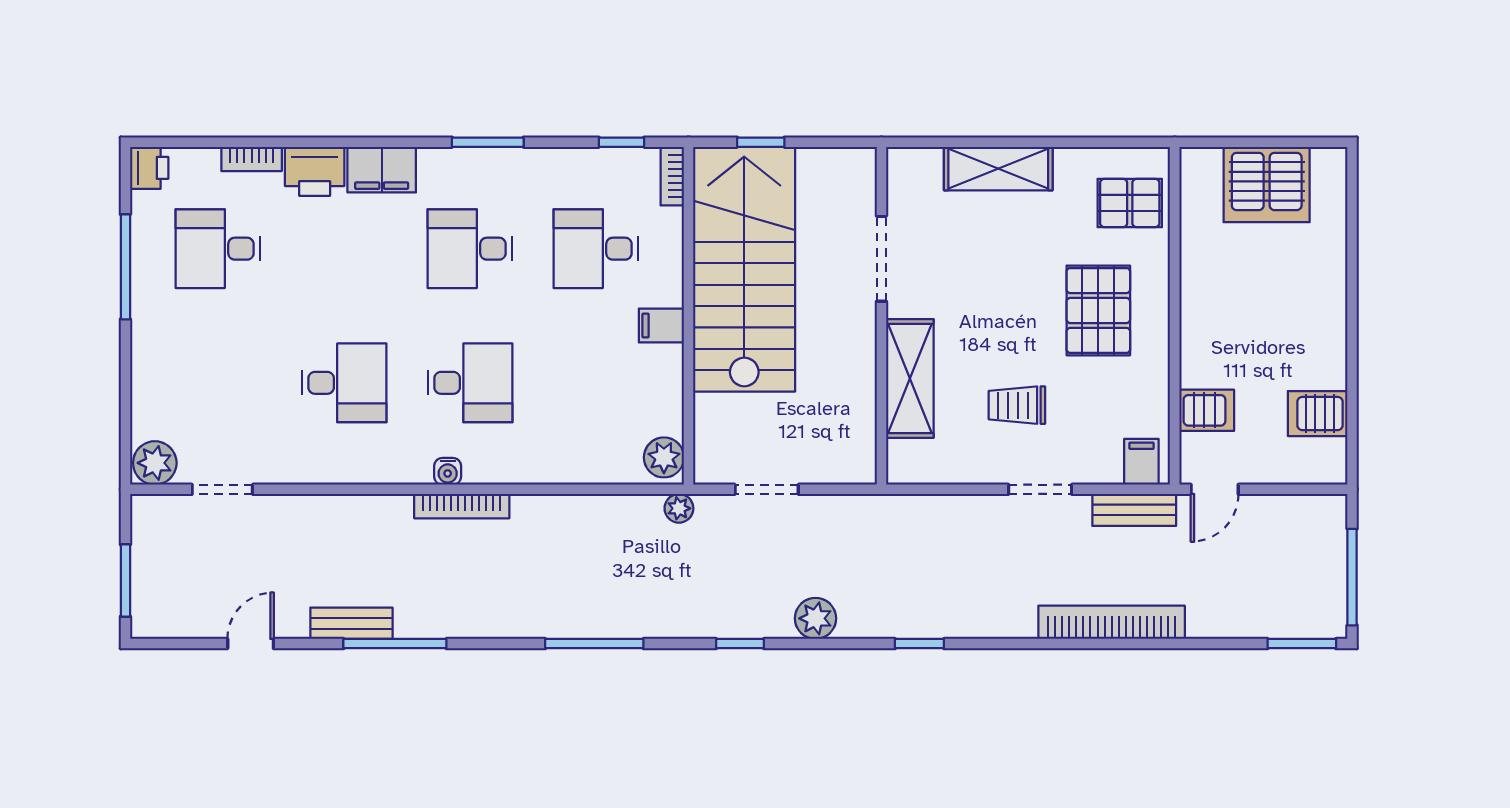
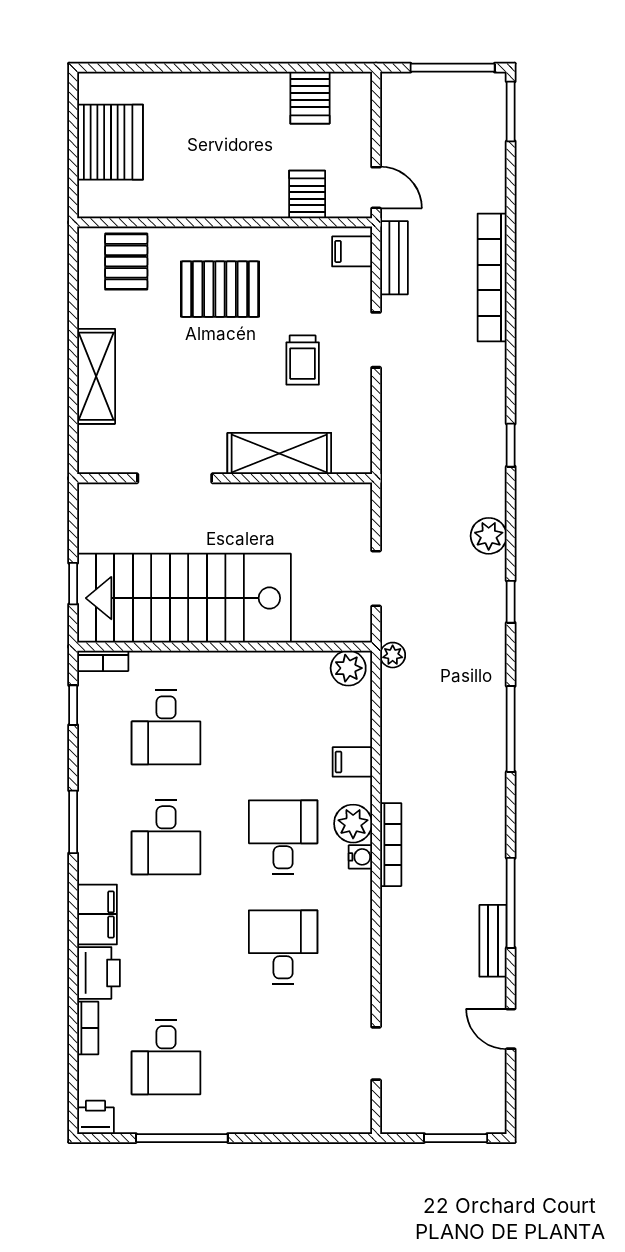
filing cabinet: (661, 326) -> (352, 762), moved, turned 90
plant: (155, 463) -> (353, 824), moved

